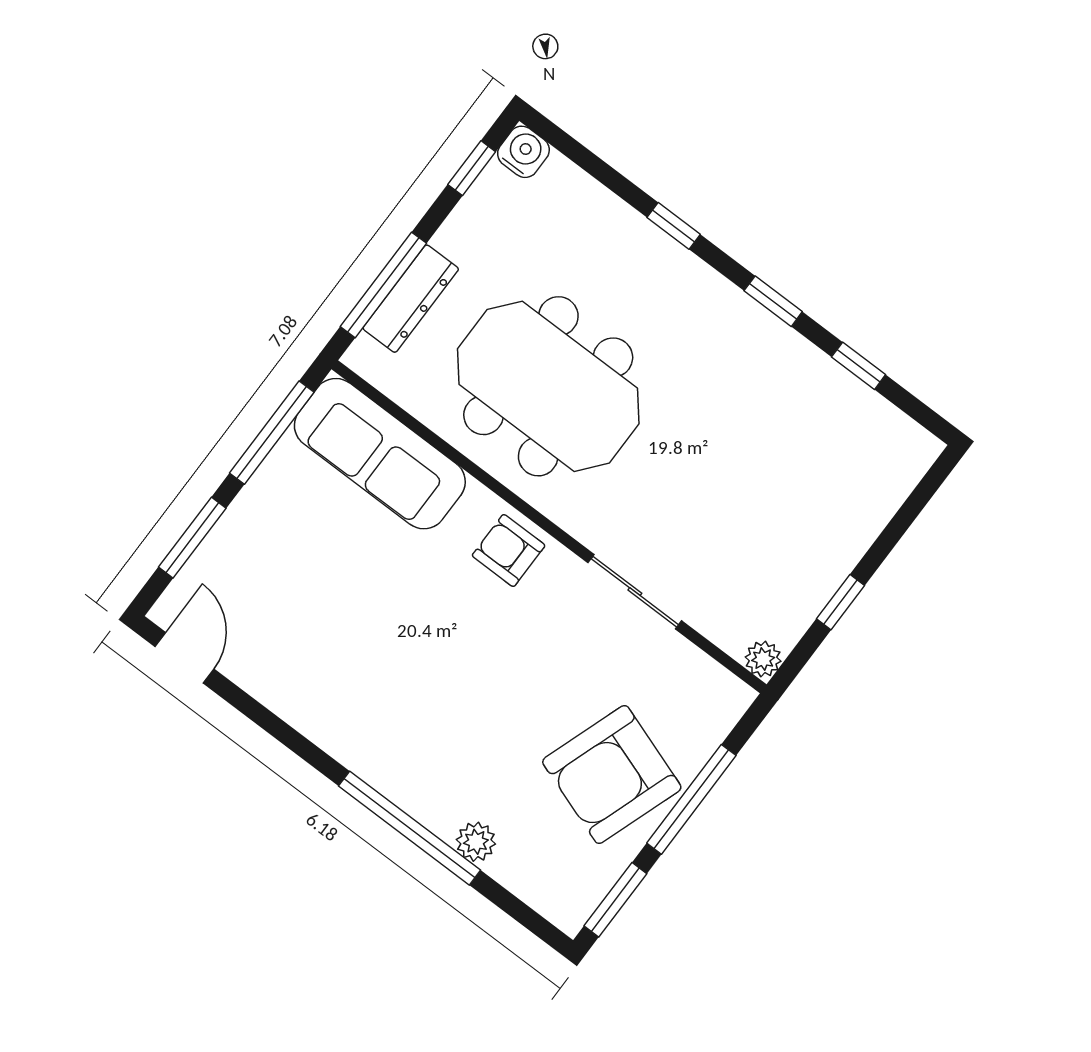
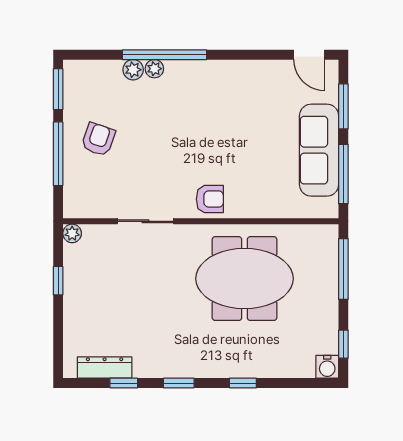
dresser: (411, 299) -> (105, 368), moved, turned 90
sofa: (380, 454) -> (319, 150), moved, turned -90
armchair: (612, 775) -> (98, 139), width x0.53, depth x0.53
plant: (442, 818) -> (154, 69), added

